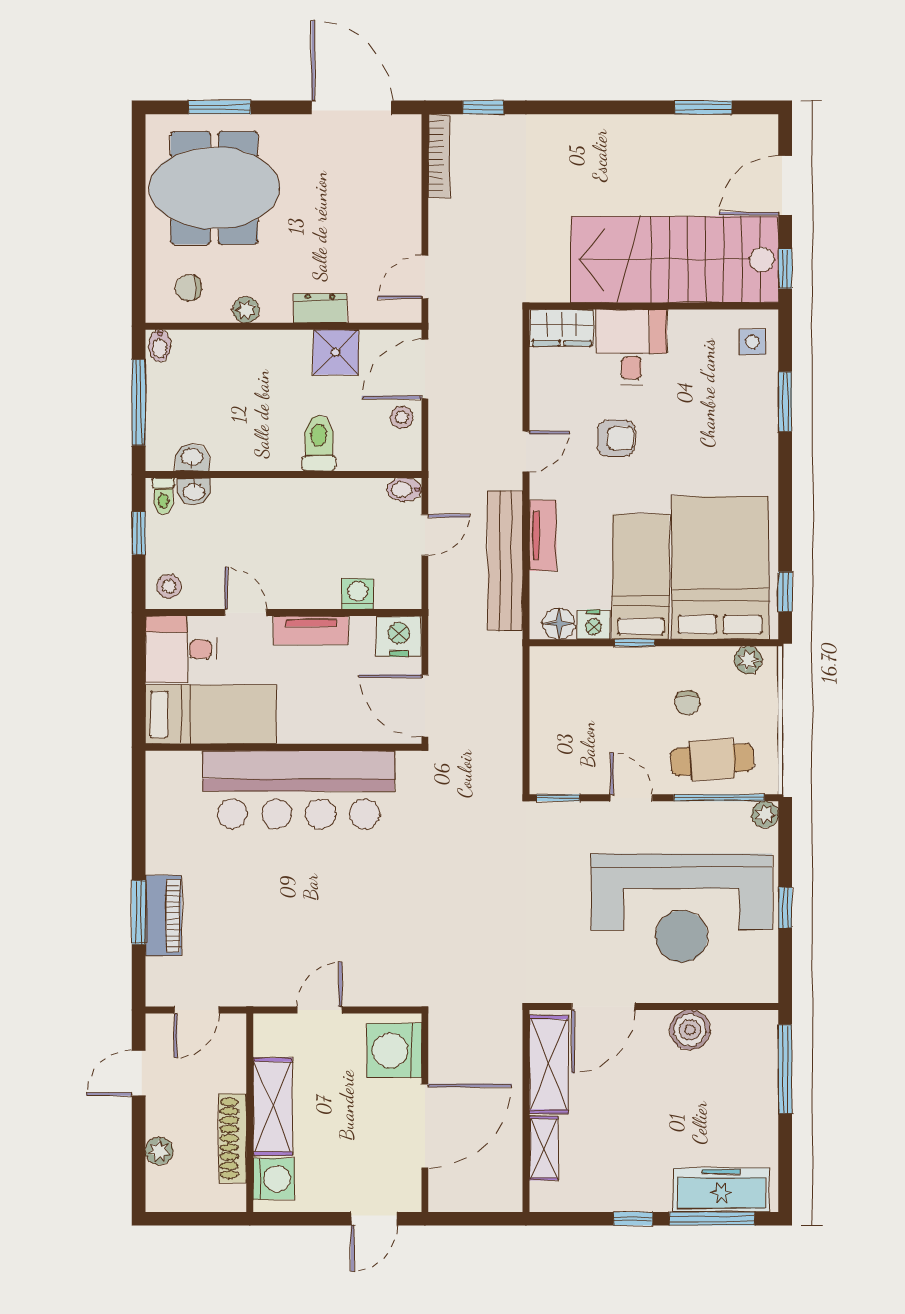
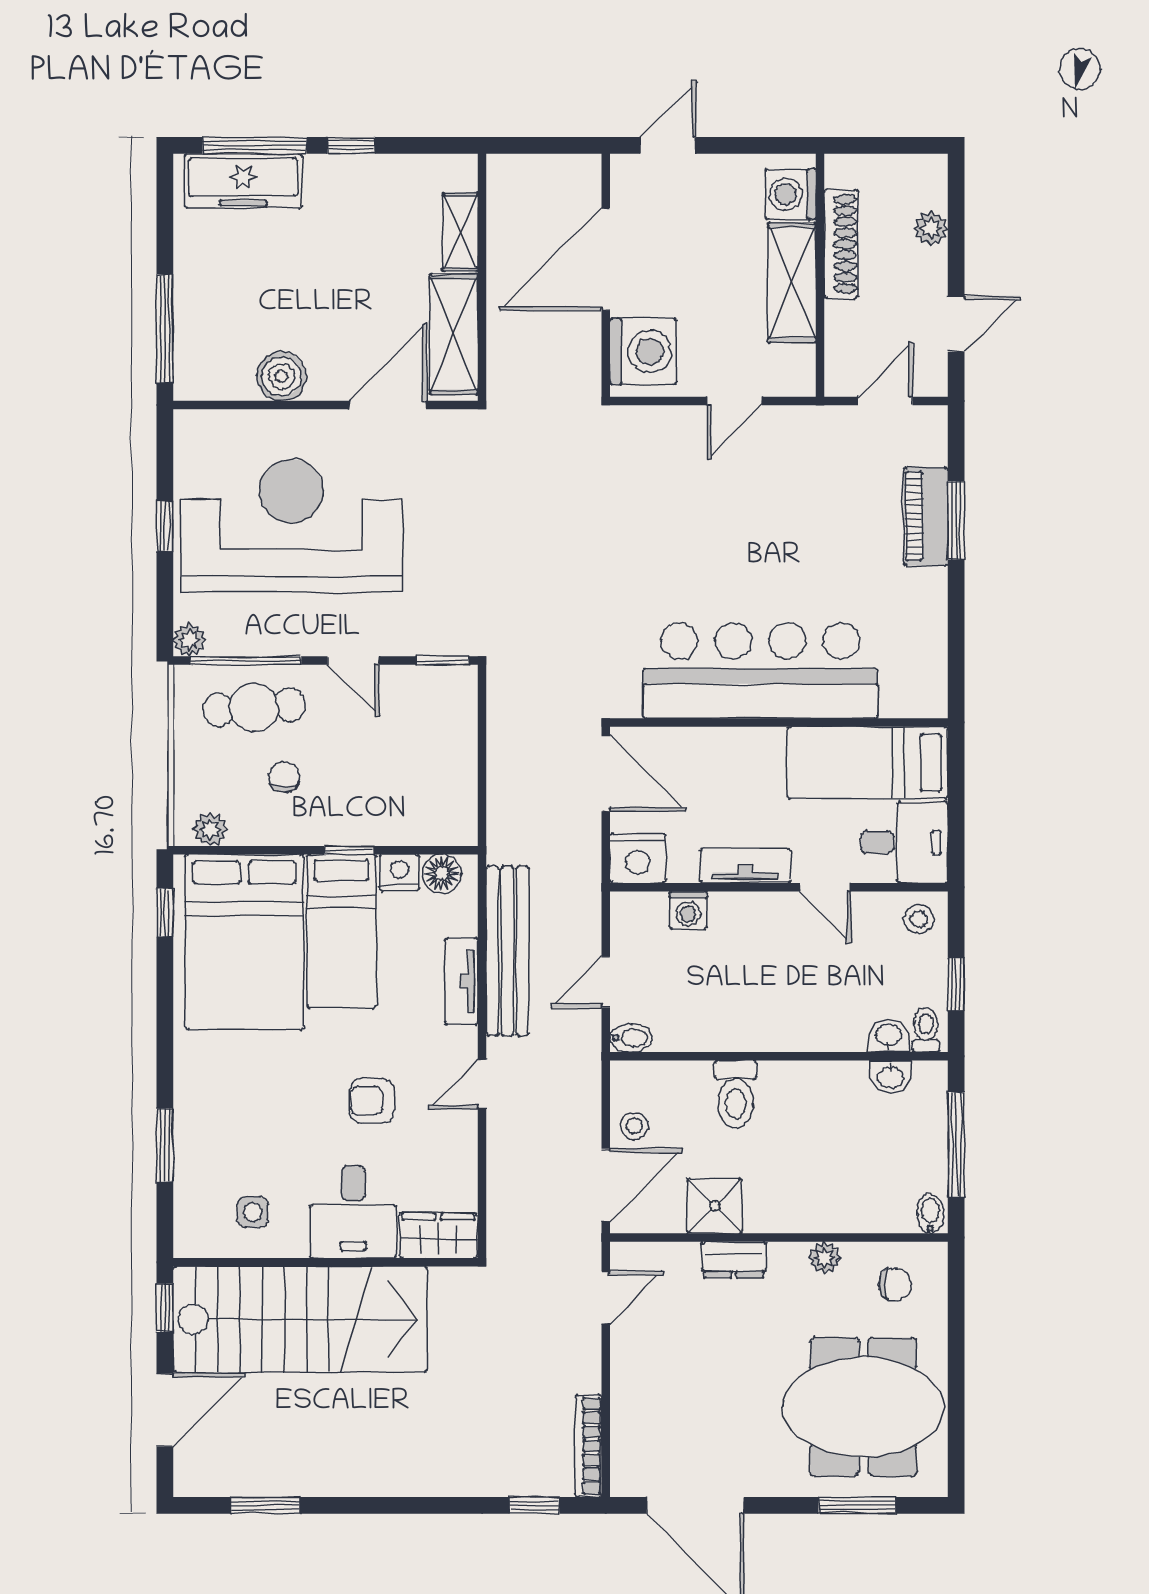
side table: (752, 342) -> (253, 1212), moved

